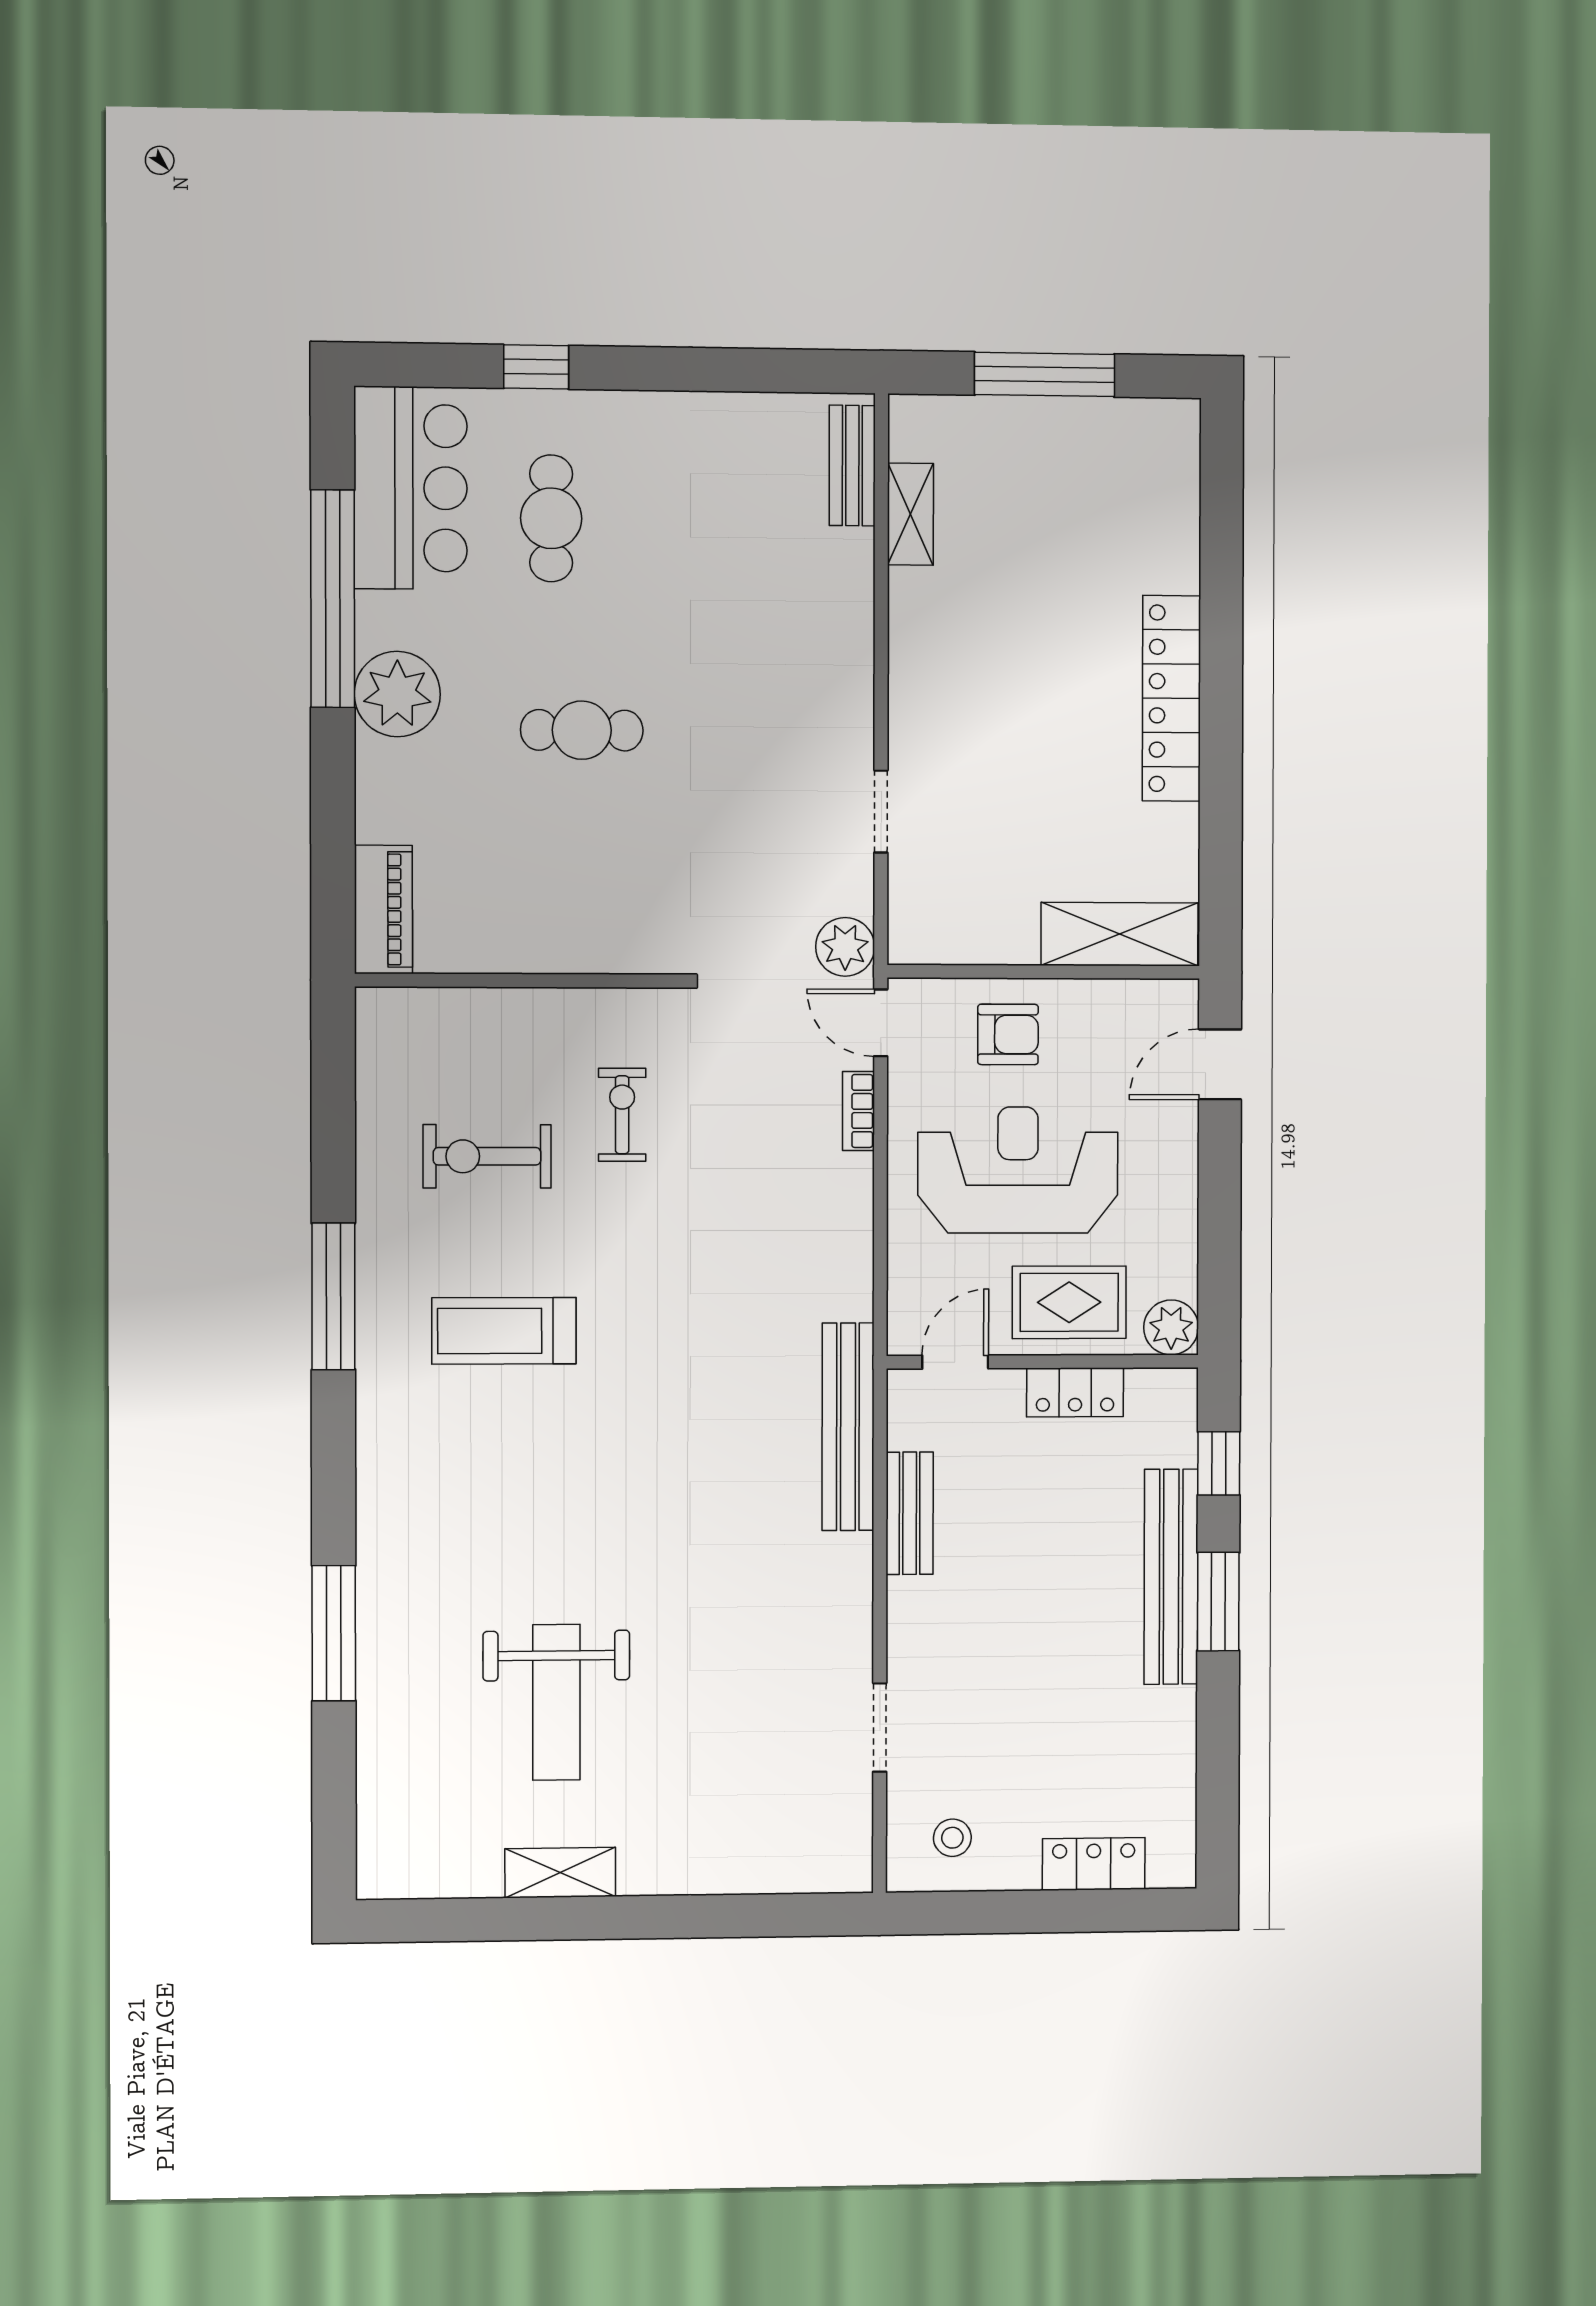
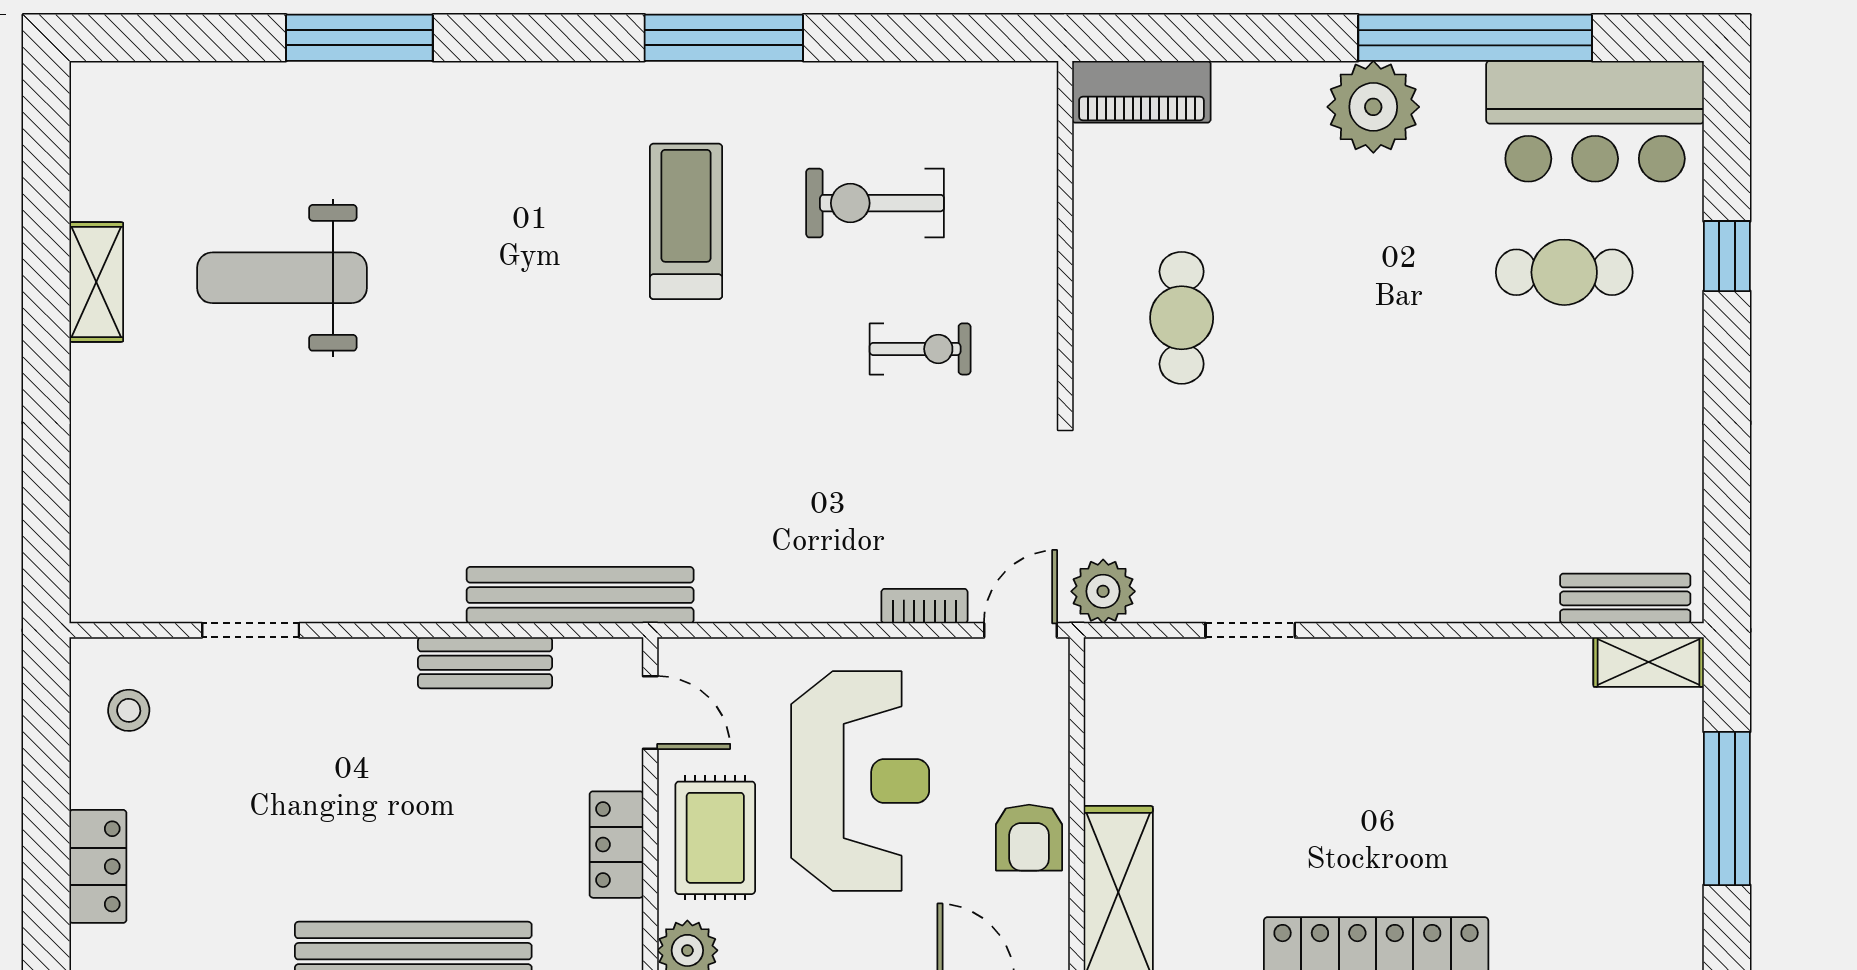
shelving: (911, 514) -> (1649, 662), moved
cafe table: (582, 730) -> (1182, 318), moved
armchair: (1008, 1034) -> (1029, 838), moved
exercise bike: (487, 1156) -> (875, 203), turned -90

